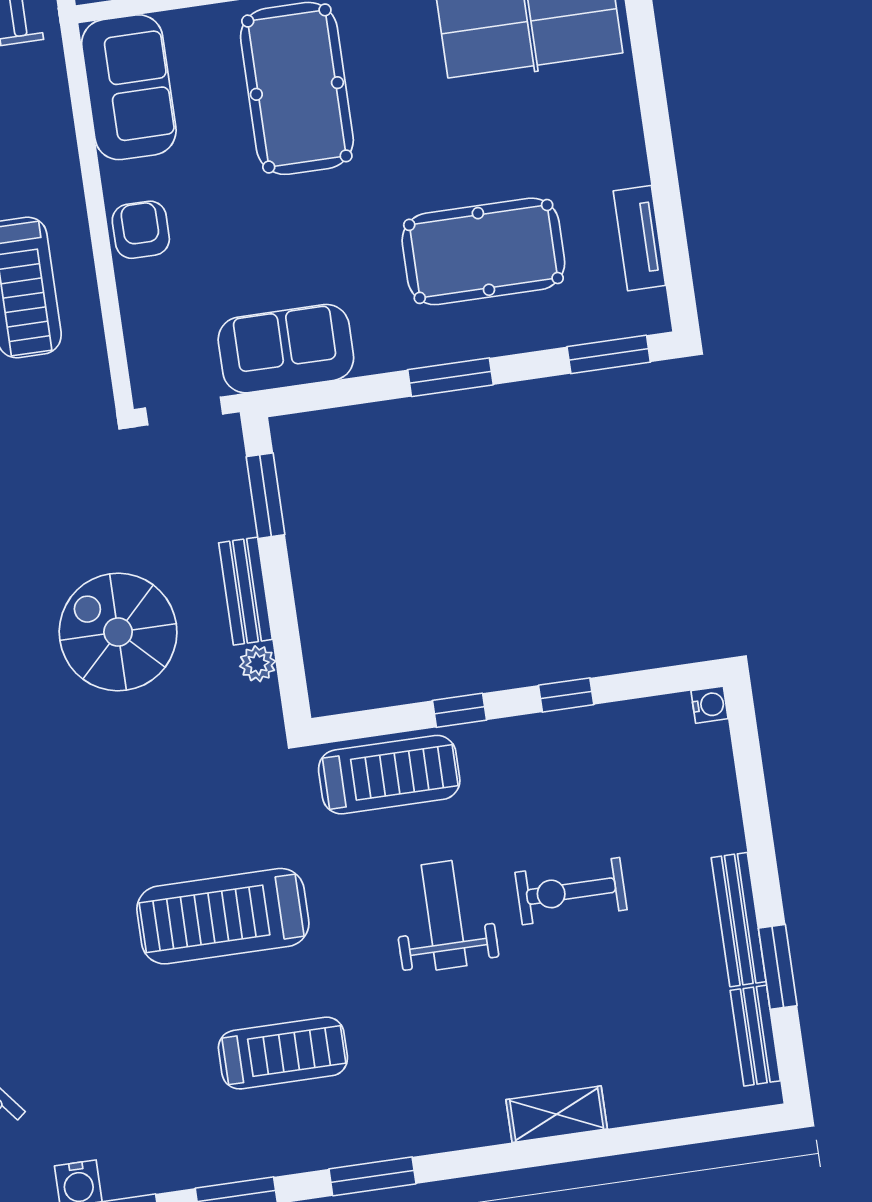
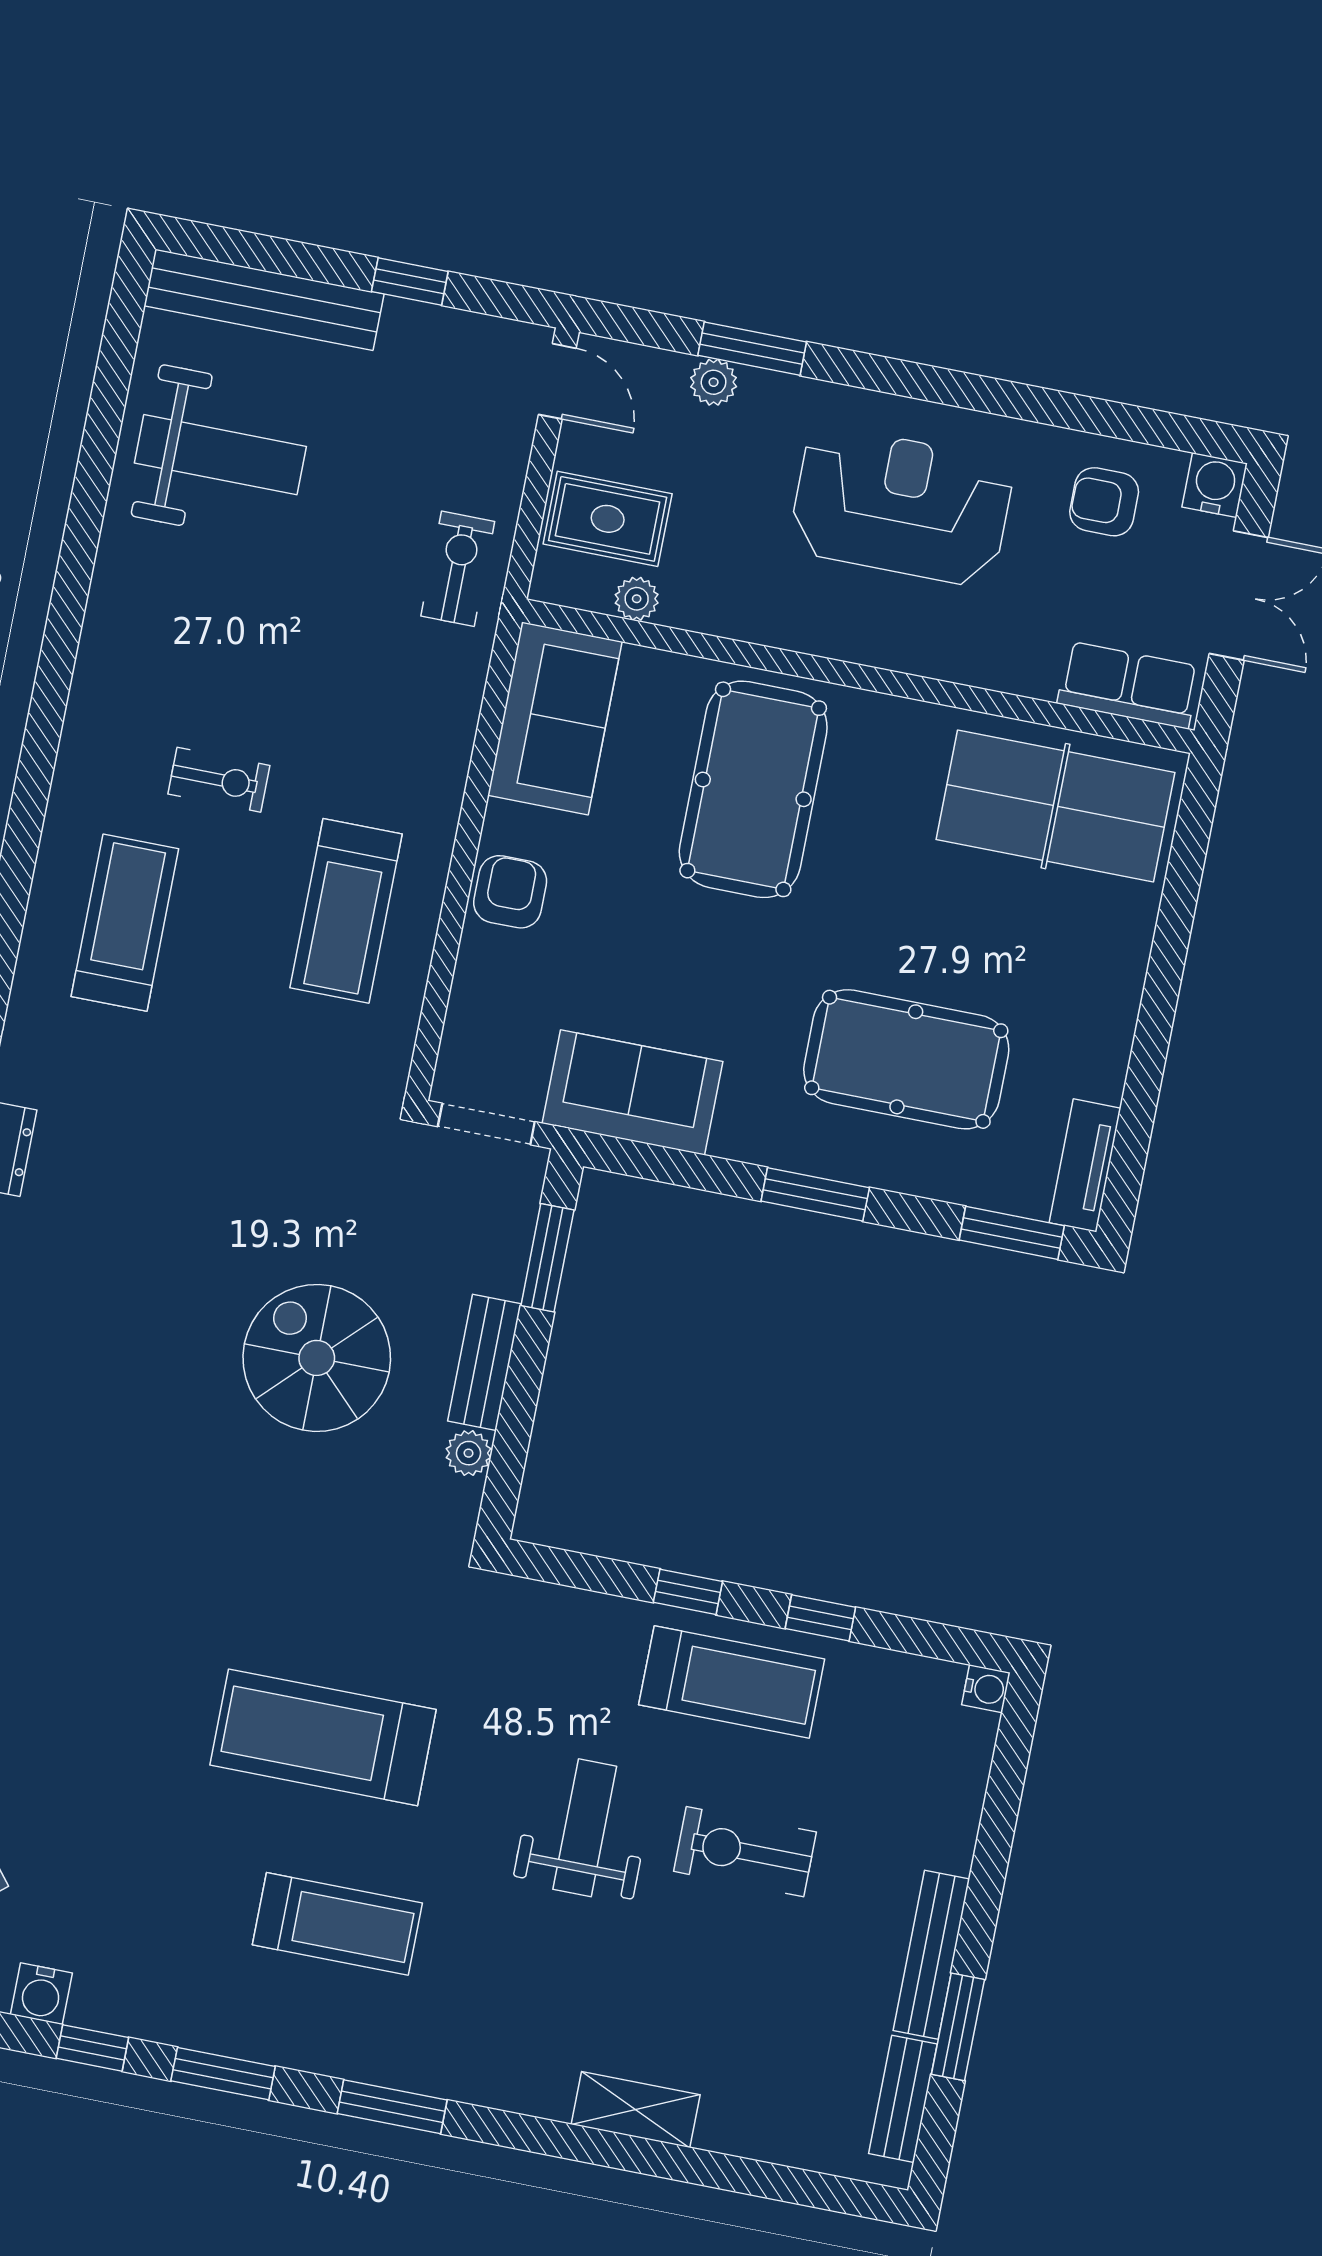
tv unit: (639, 238) -> (1085, 1165), moved
treadmill: (389, 775) -> (732, 1682), moved

